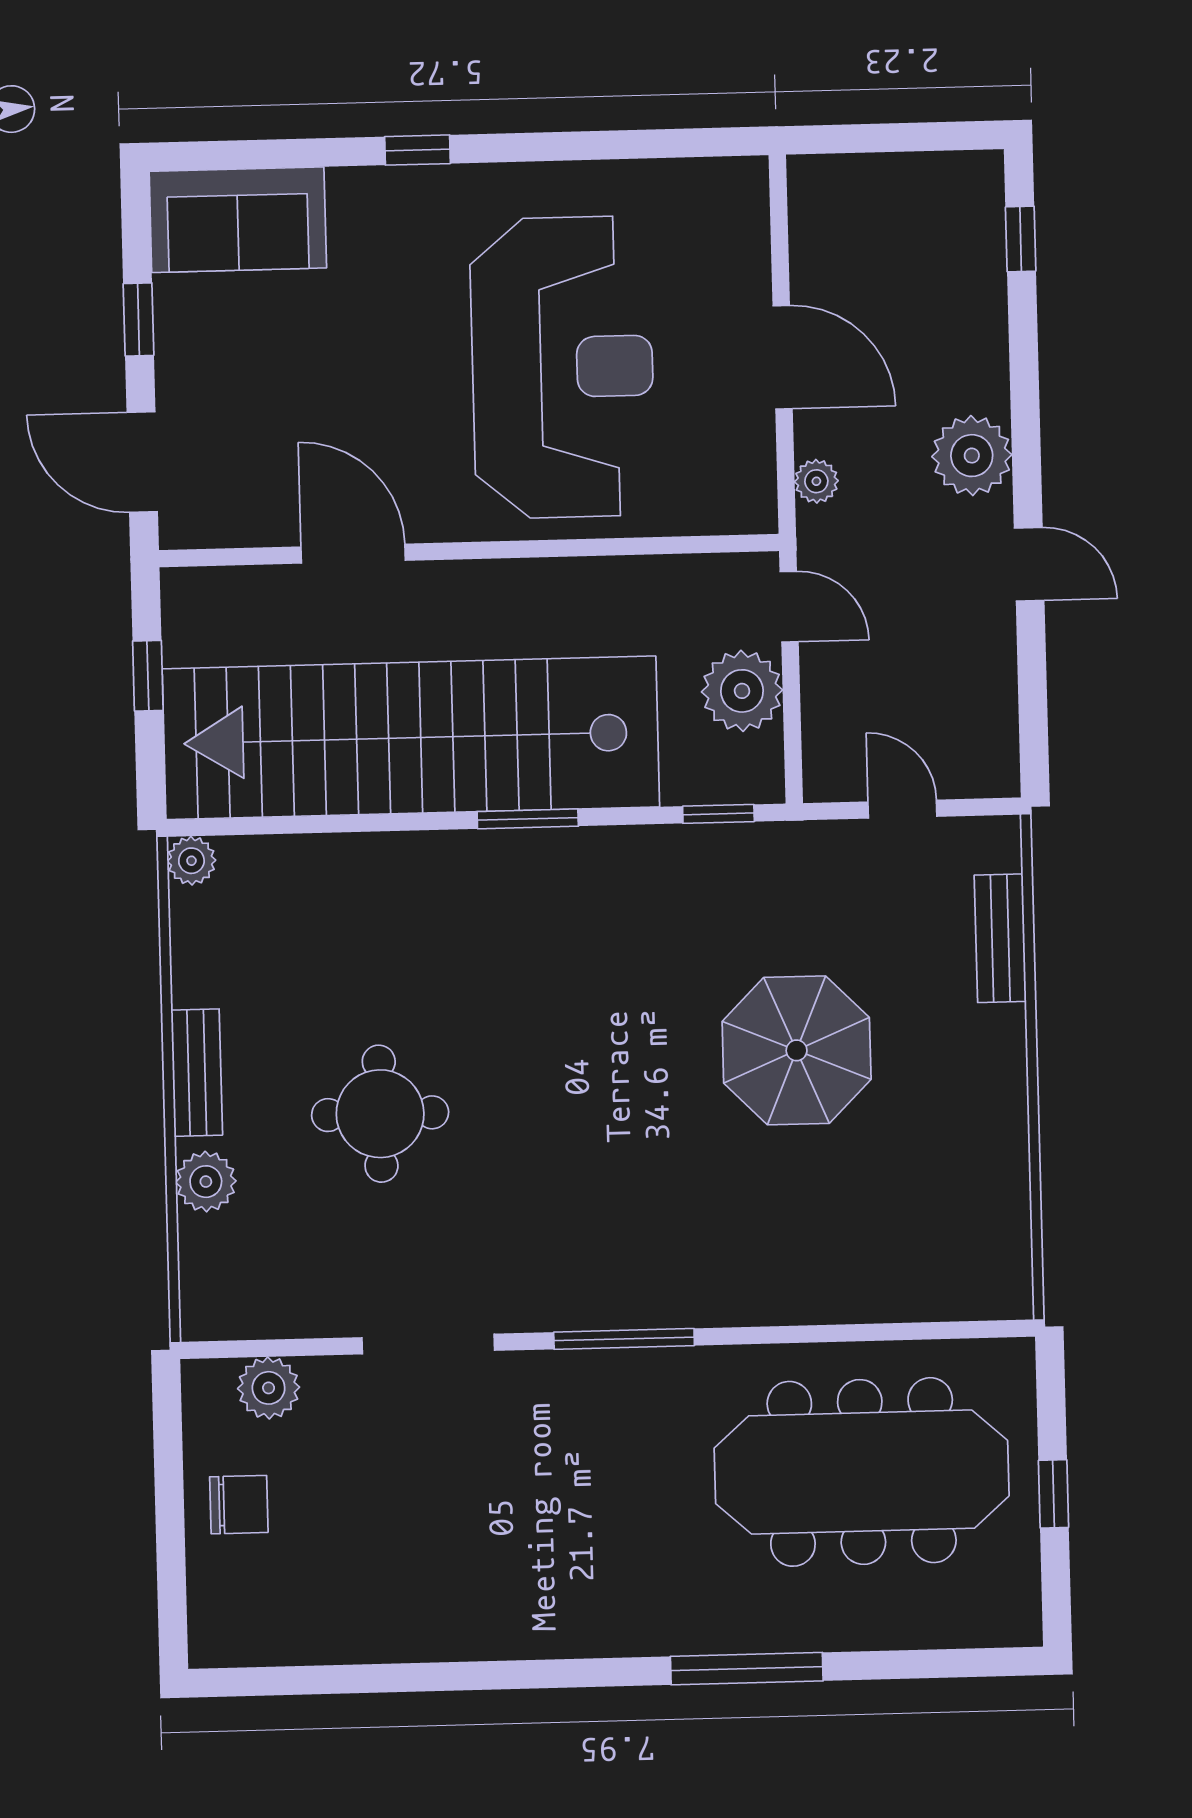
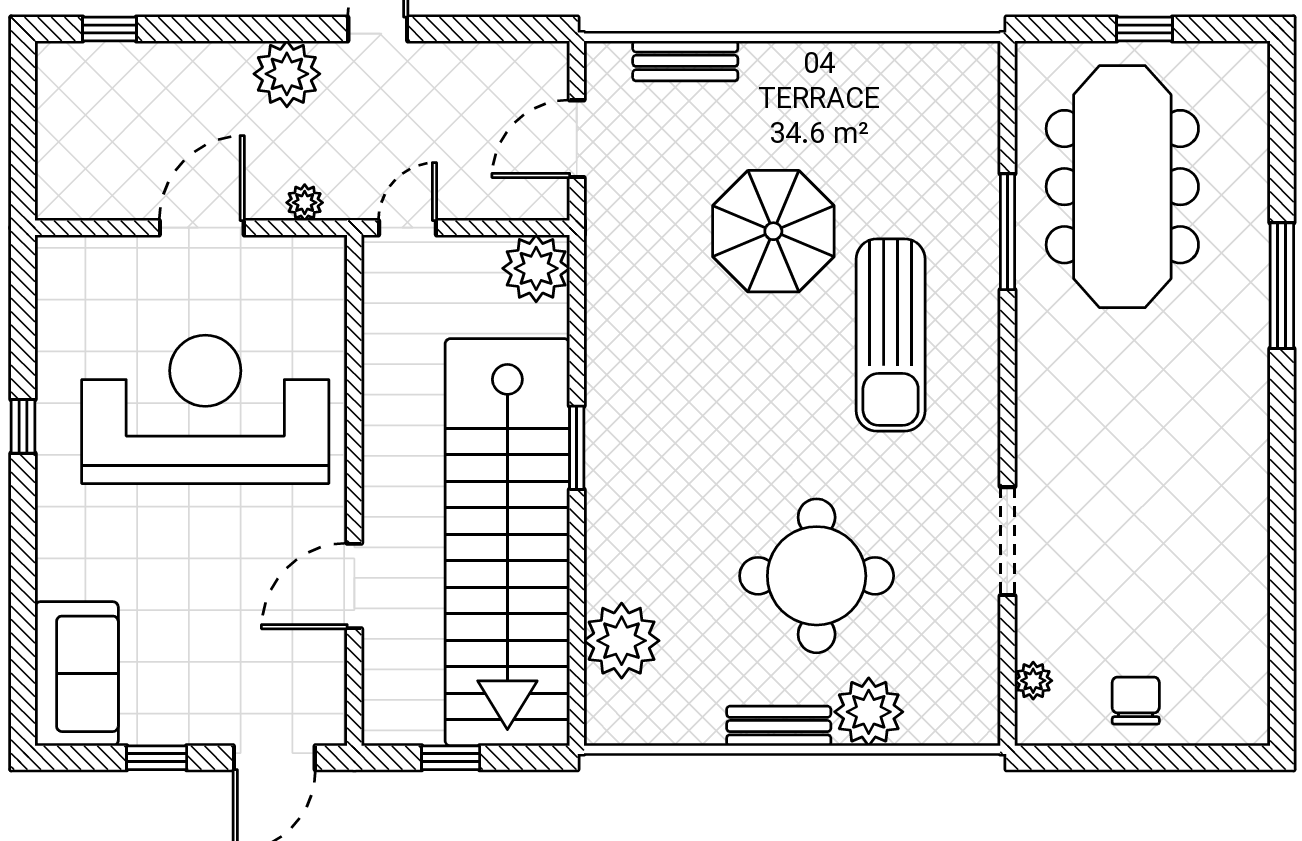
window: (418, 150) -> (23, 426), moved
plant: (742, 691) -> (536, 268), moved
door: (902, 809) -> (577, 139), width x1.38
window: (718, 814) -> (577, 290), removed
plant: (191, 861) -> (622, 641), moved, width x1.88, depth x1.88
round table: (380, 1114) -> (817, 576), width x1.36, depth x1.36
plant: (206, 1182) -> (869, 712), width x1.36, depth x1.36
sun lounger: (674, 1196) -> (891, 335), added
window: (624, 1339) -> (1007, 232), moved
plant: (269, 1388) -> (1033, 681), width x0.73, depth x0.73

